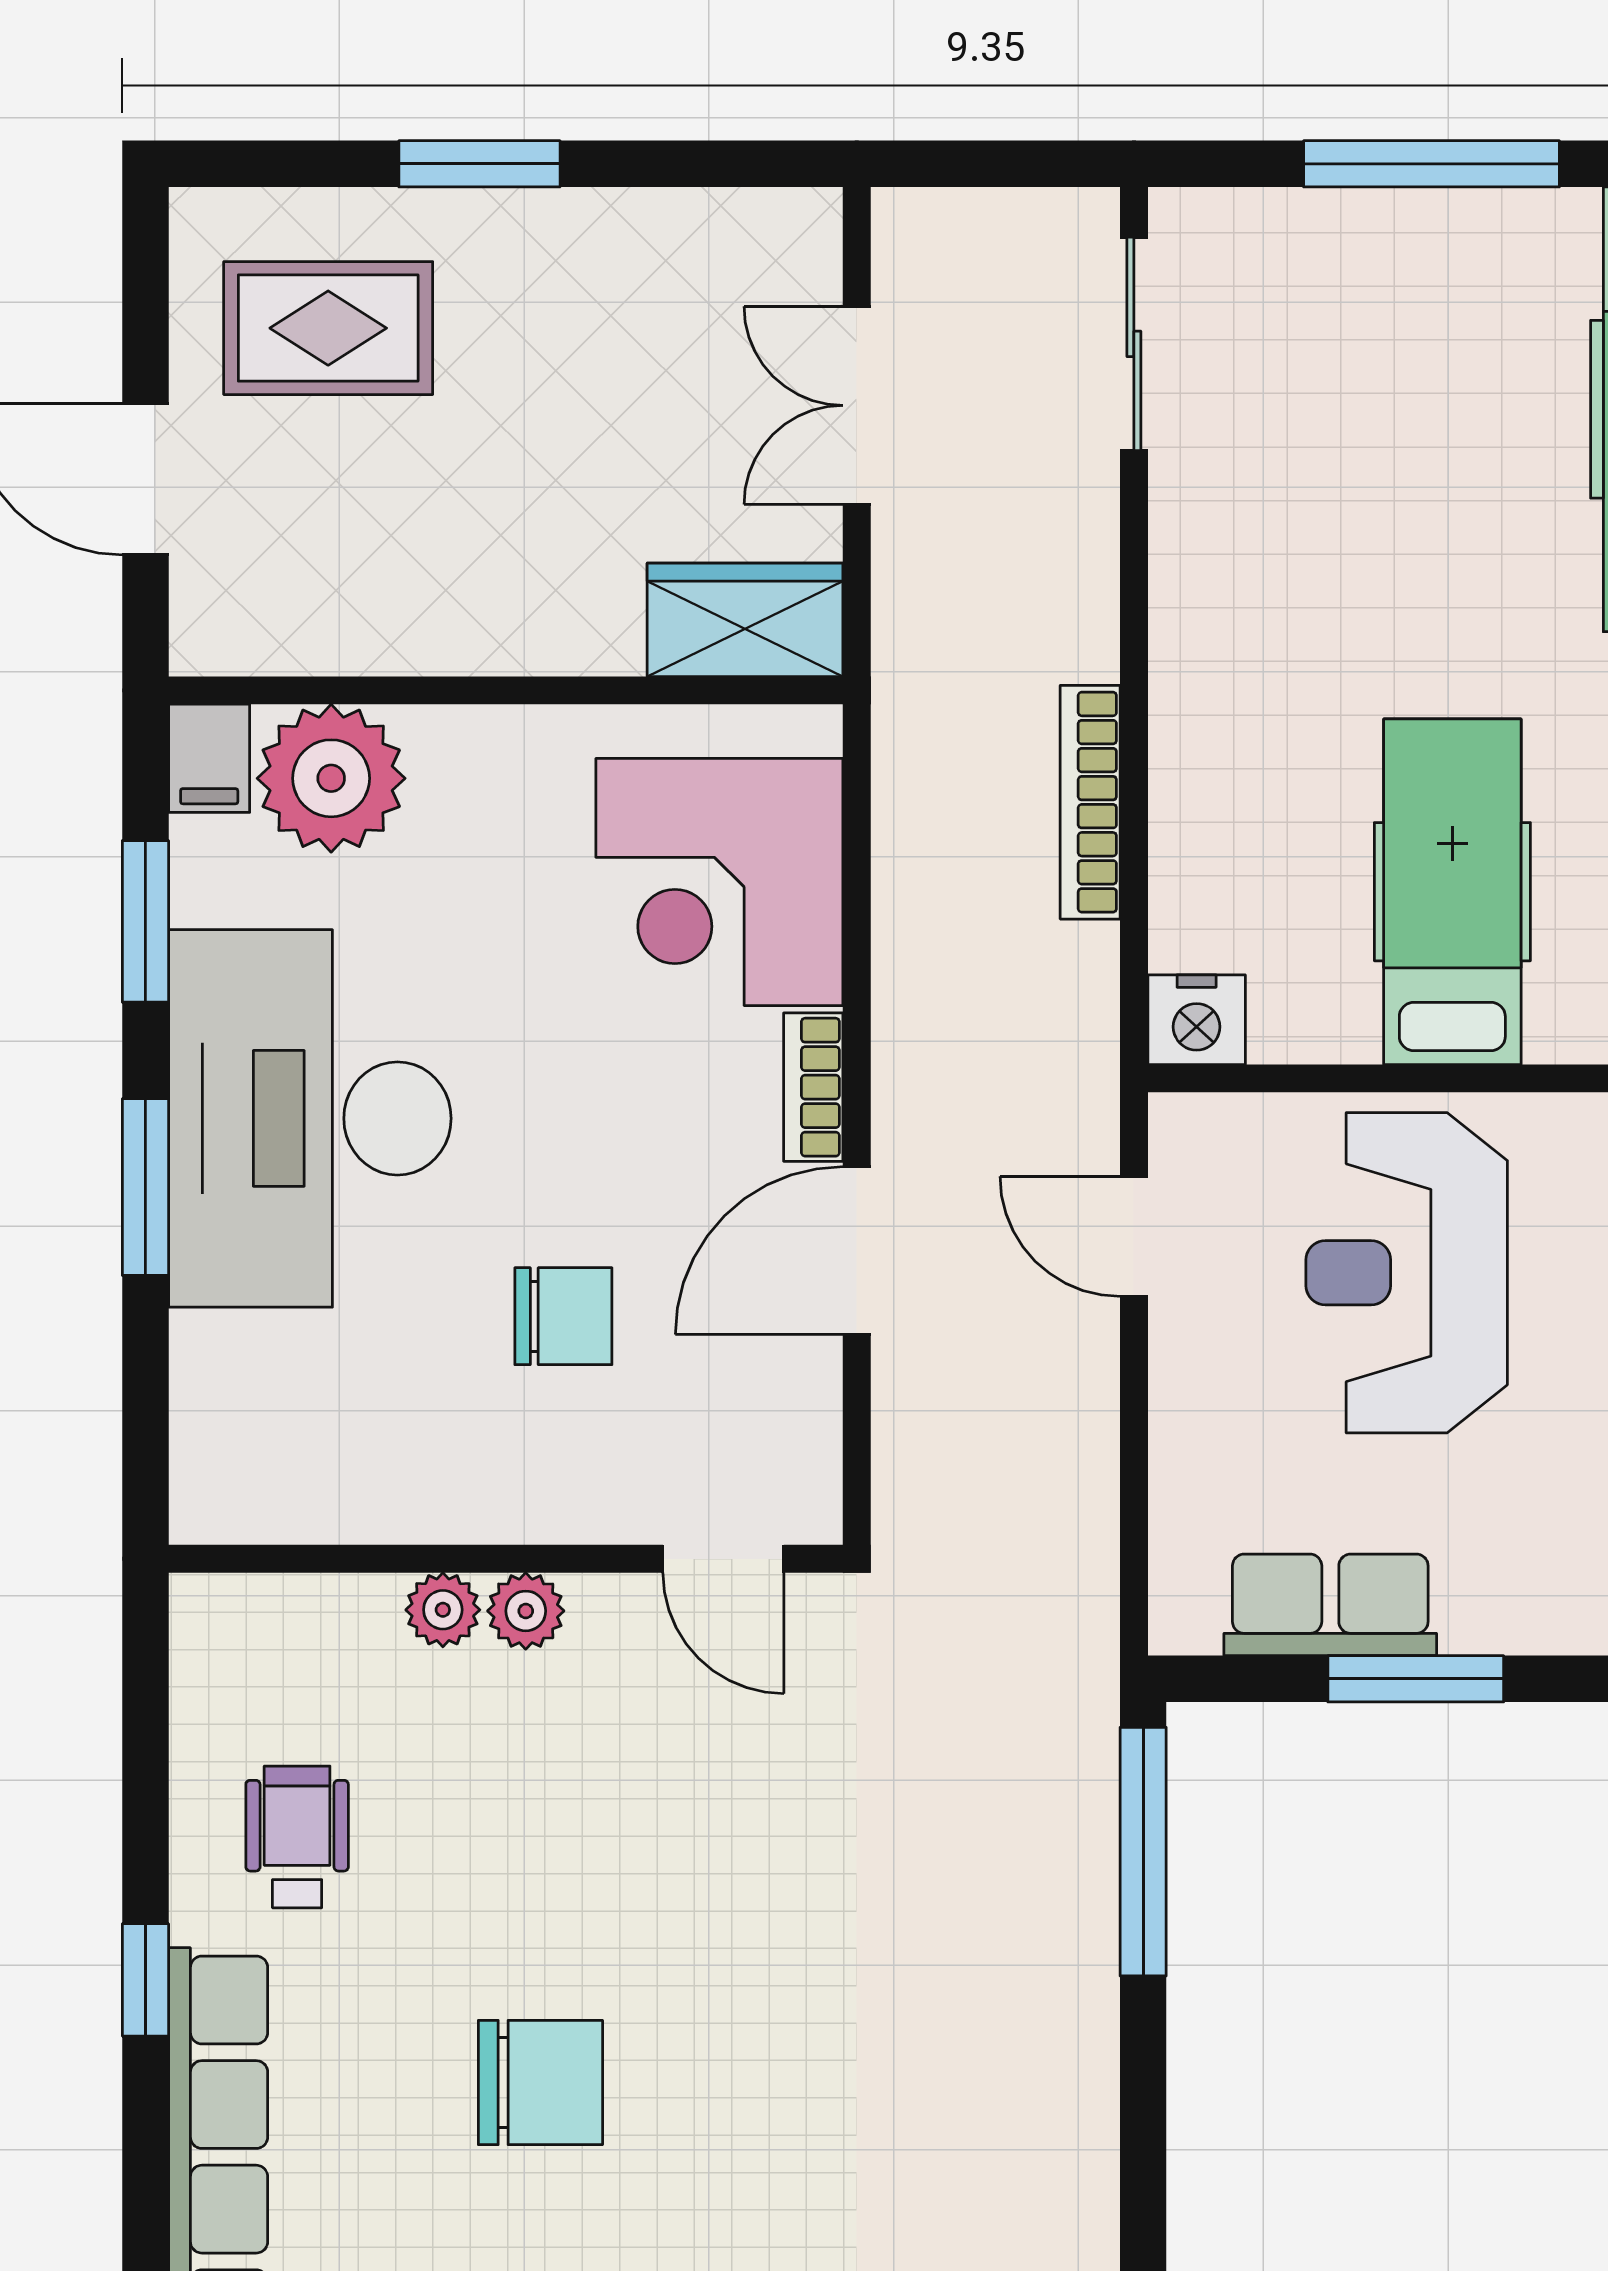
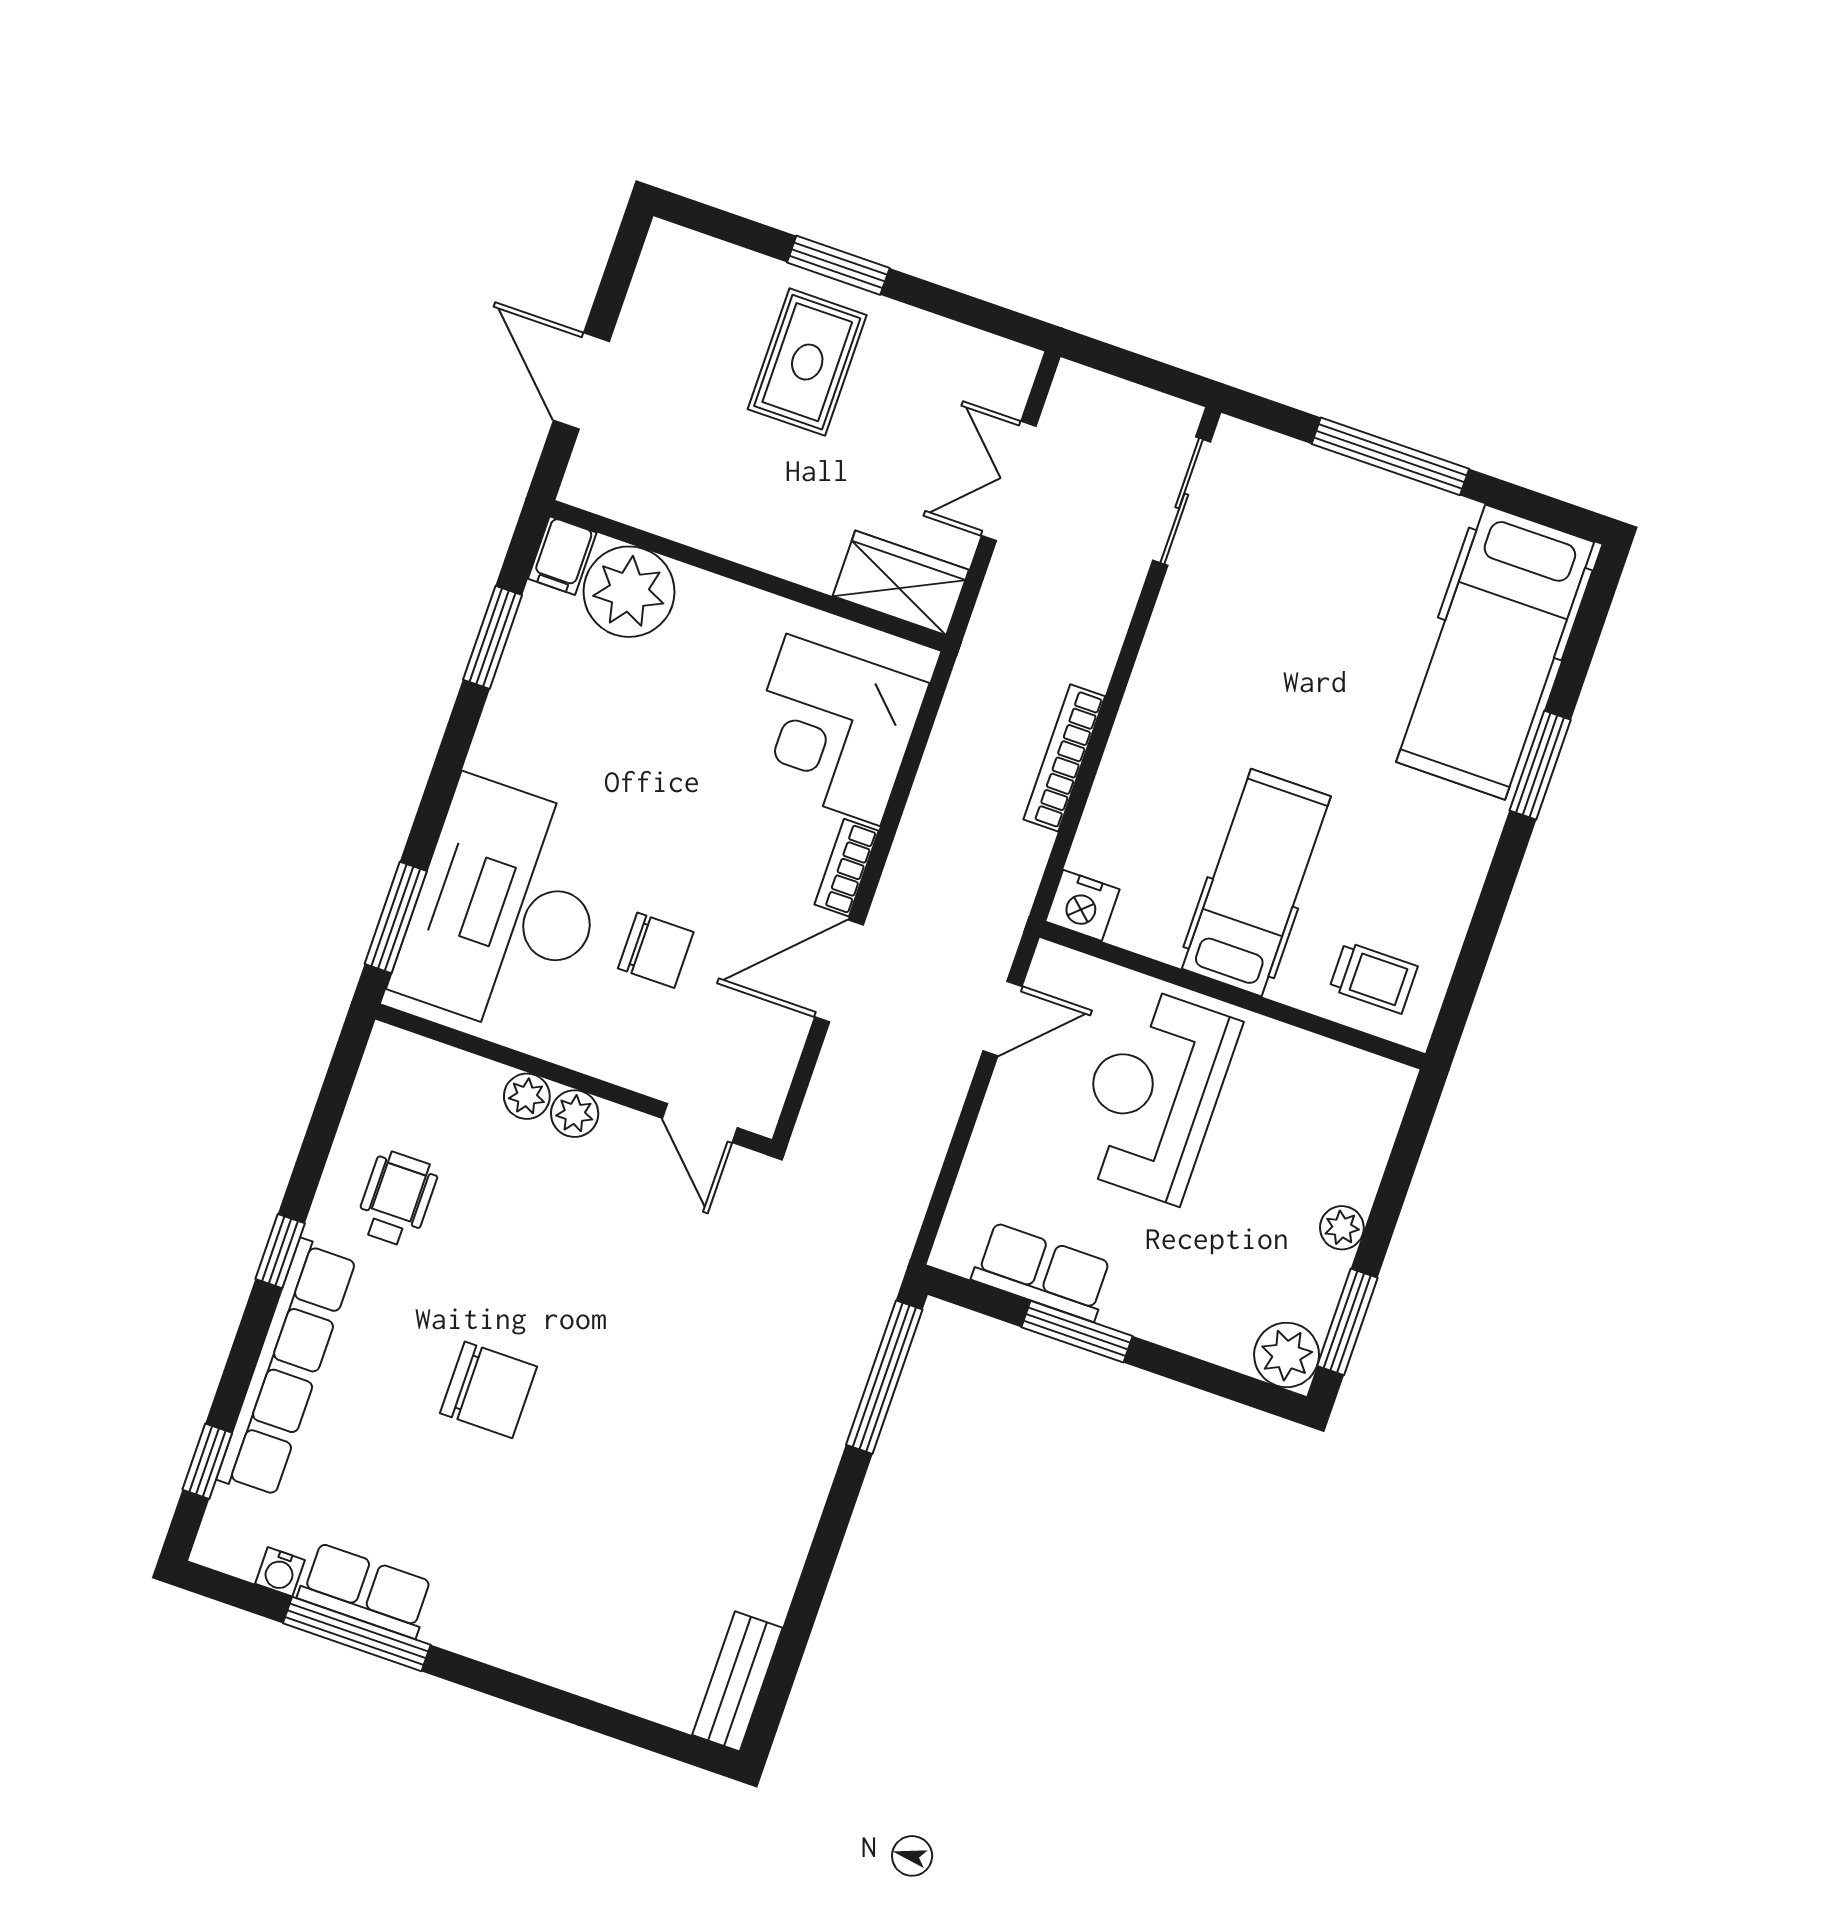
rug: (328, 328) -> (807, 362), moved, turned 90
desk: (310, 1118) -> (506, 908), moved
window: (145, 1187) -> (396, 917), moved
door: (1134, 1236) -> (1002, 1019), swing flipped

